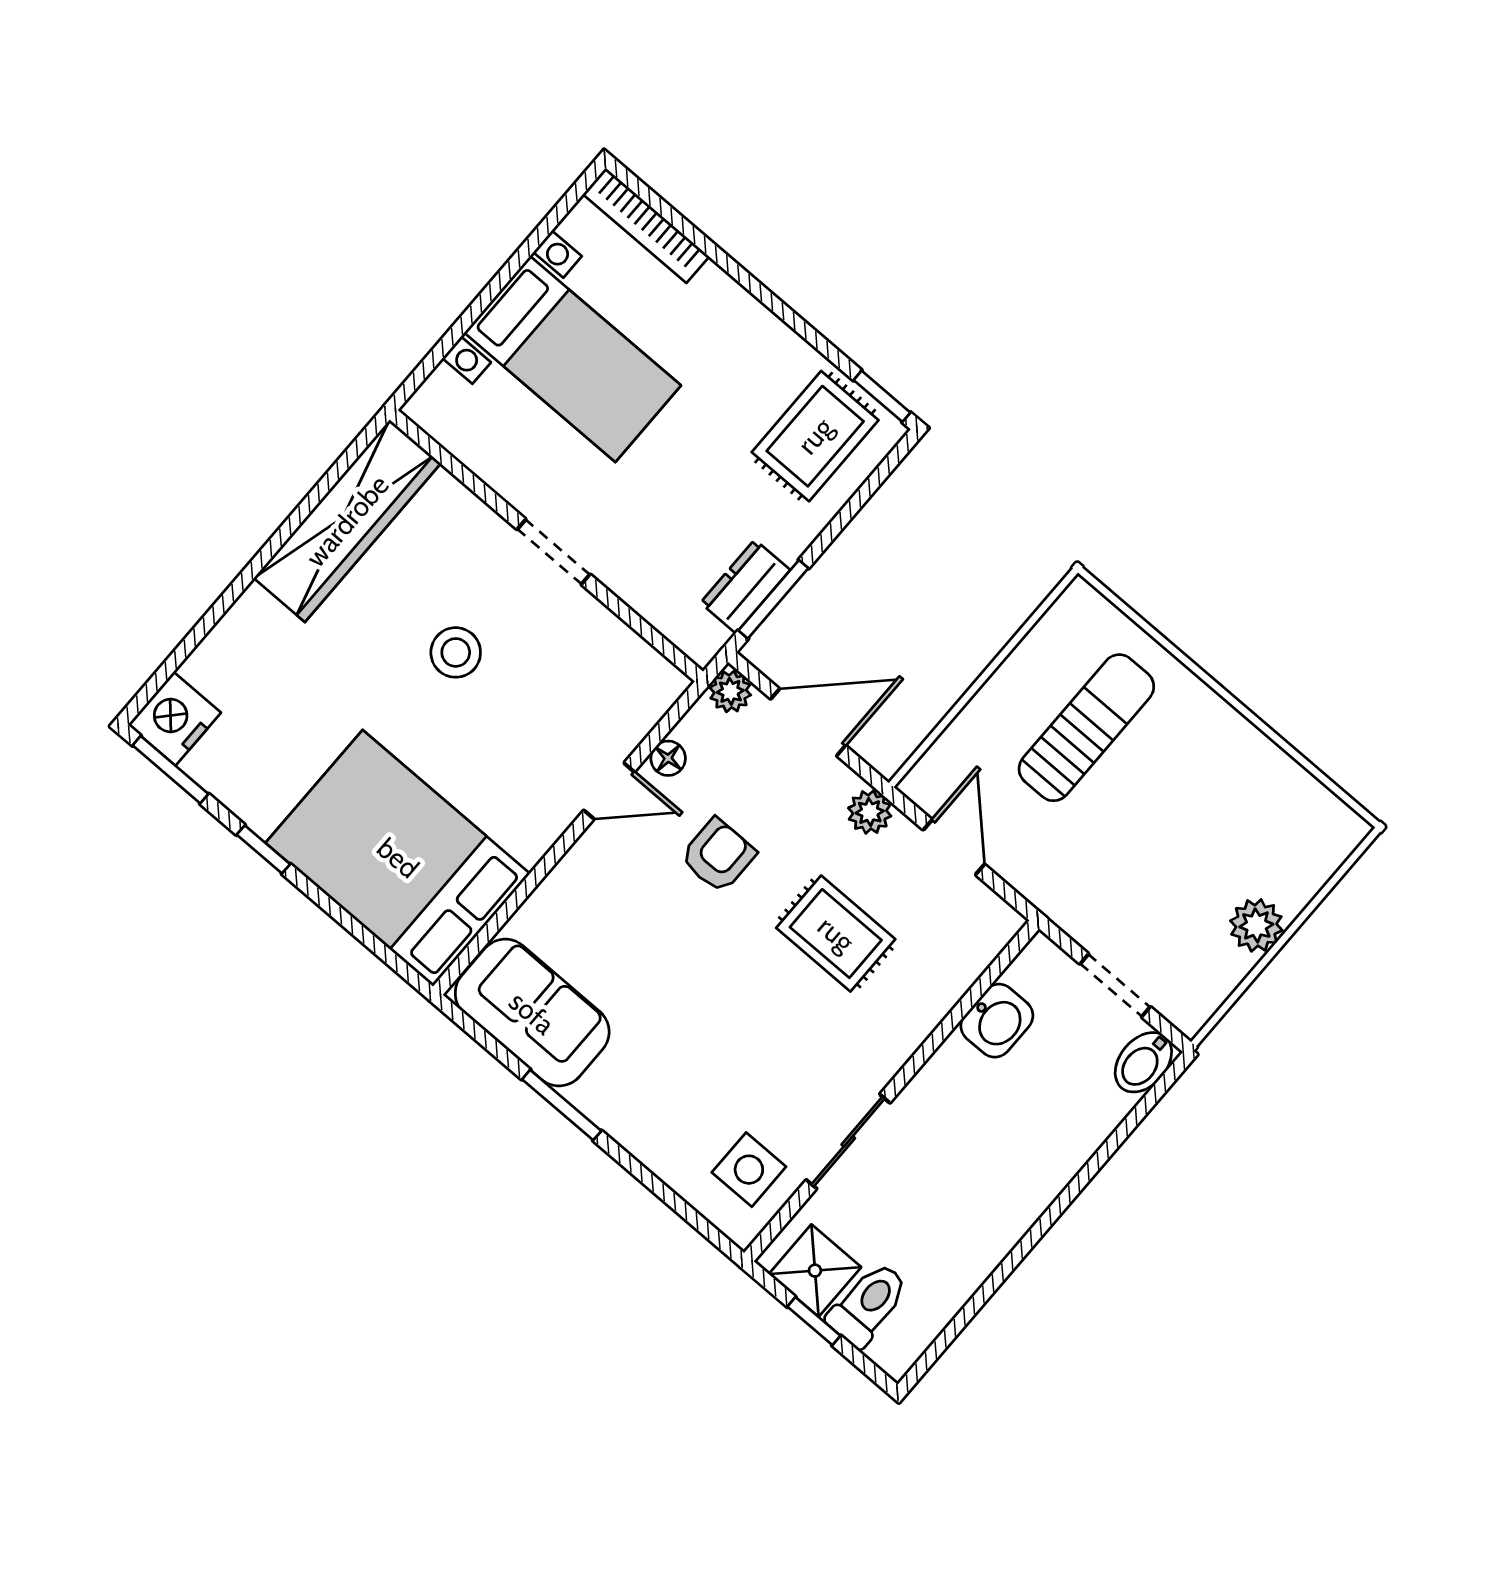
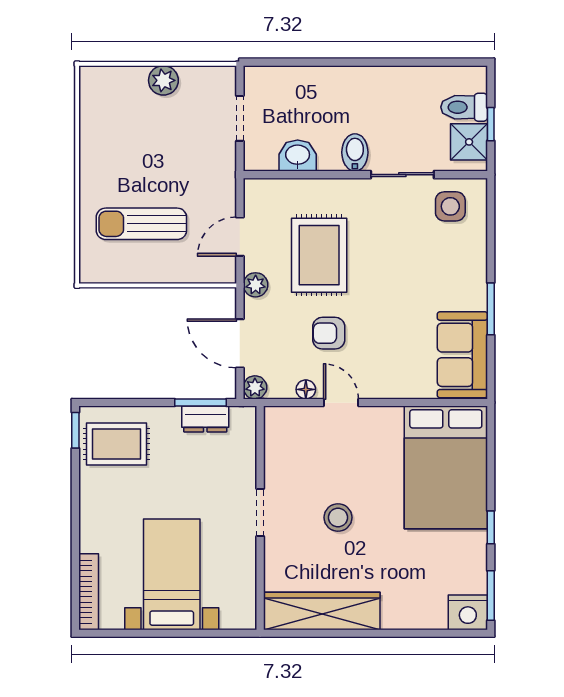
rug: (836, 934) -> (319, 255), width x1.36, depth x1.43
bidet: (1143, 1062) -> (355, 152), moved, turned -90

